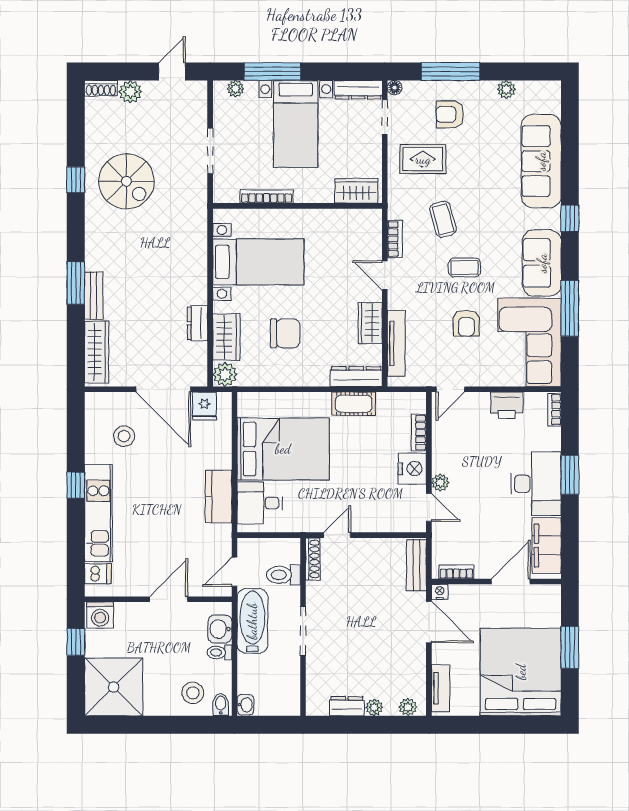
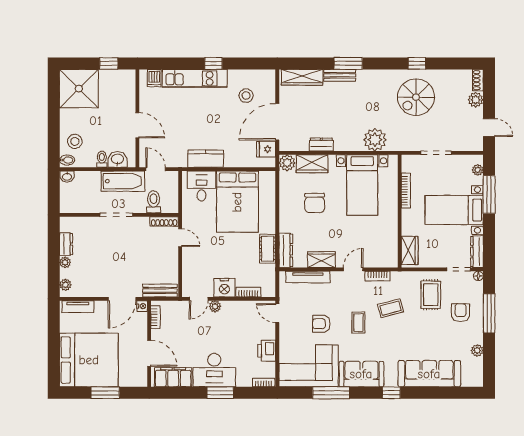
plant: (190, 243) -> (375, 140), added
washing machine: (100, 615) -> (127, 80), removed

